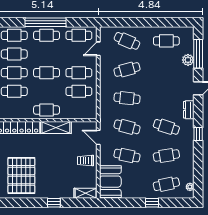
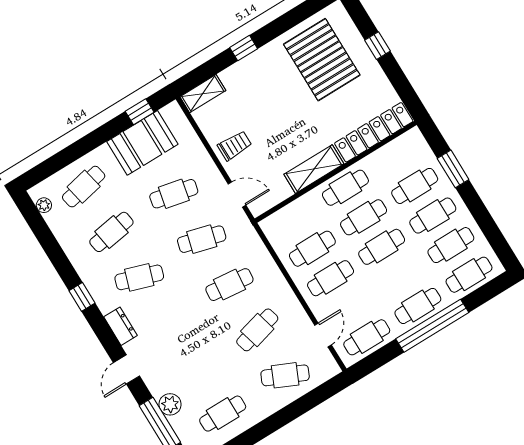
cafe table: (47, 91) -> (364, 217), added
booth: (110, 182) -> (142, 143), moved, turned 90
window: (152, 203) -> (140, 112), moved

